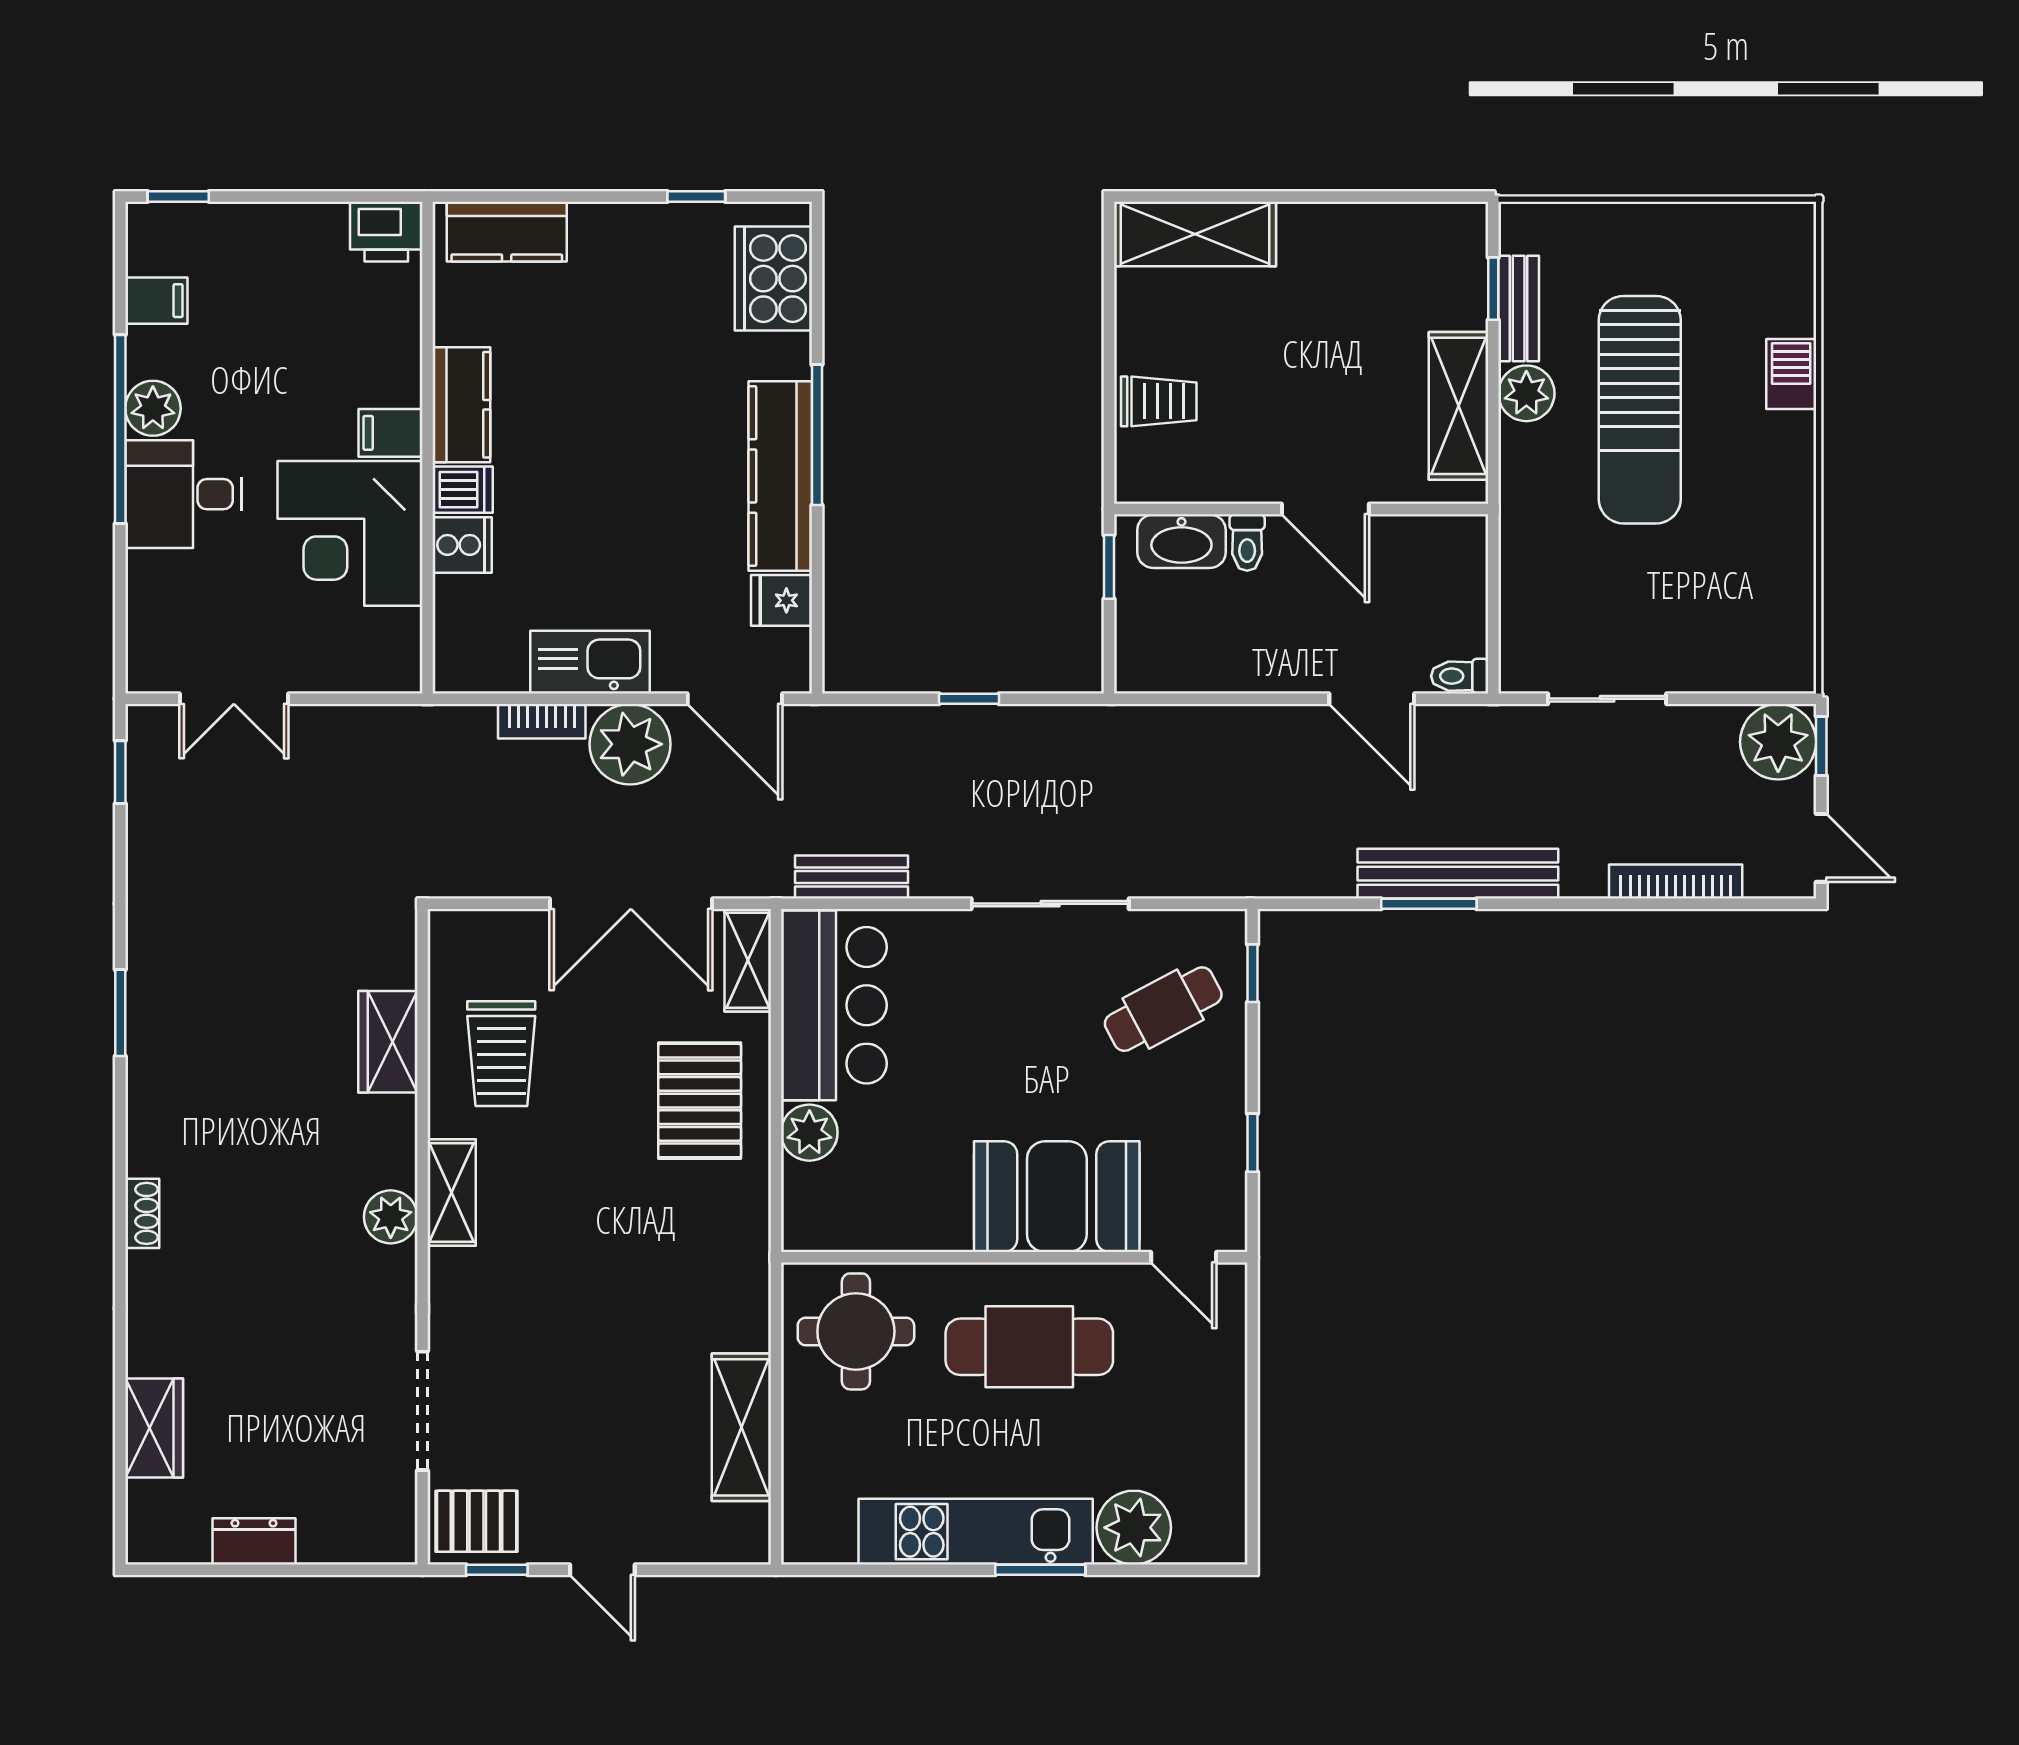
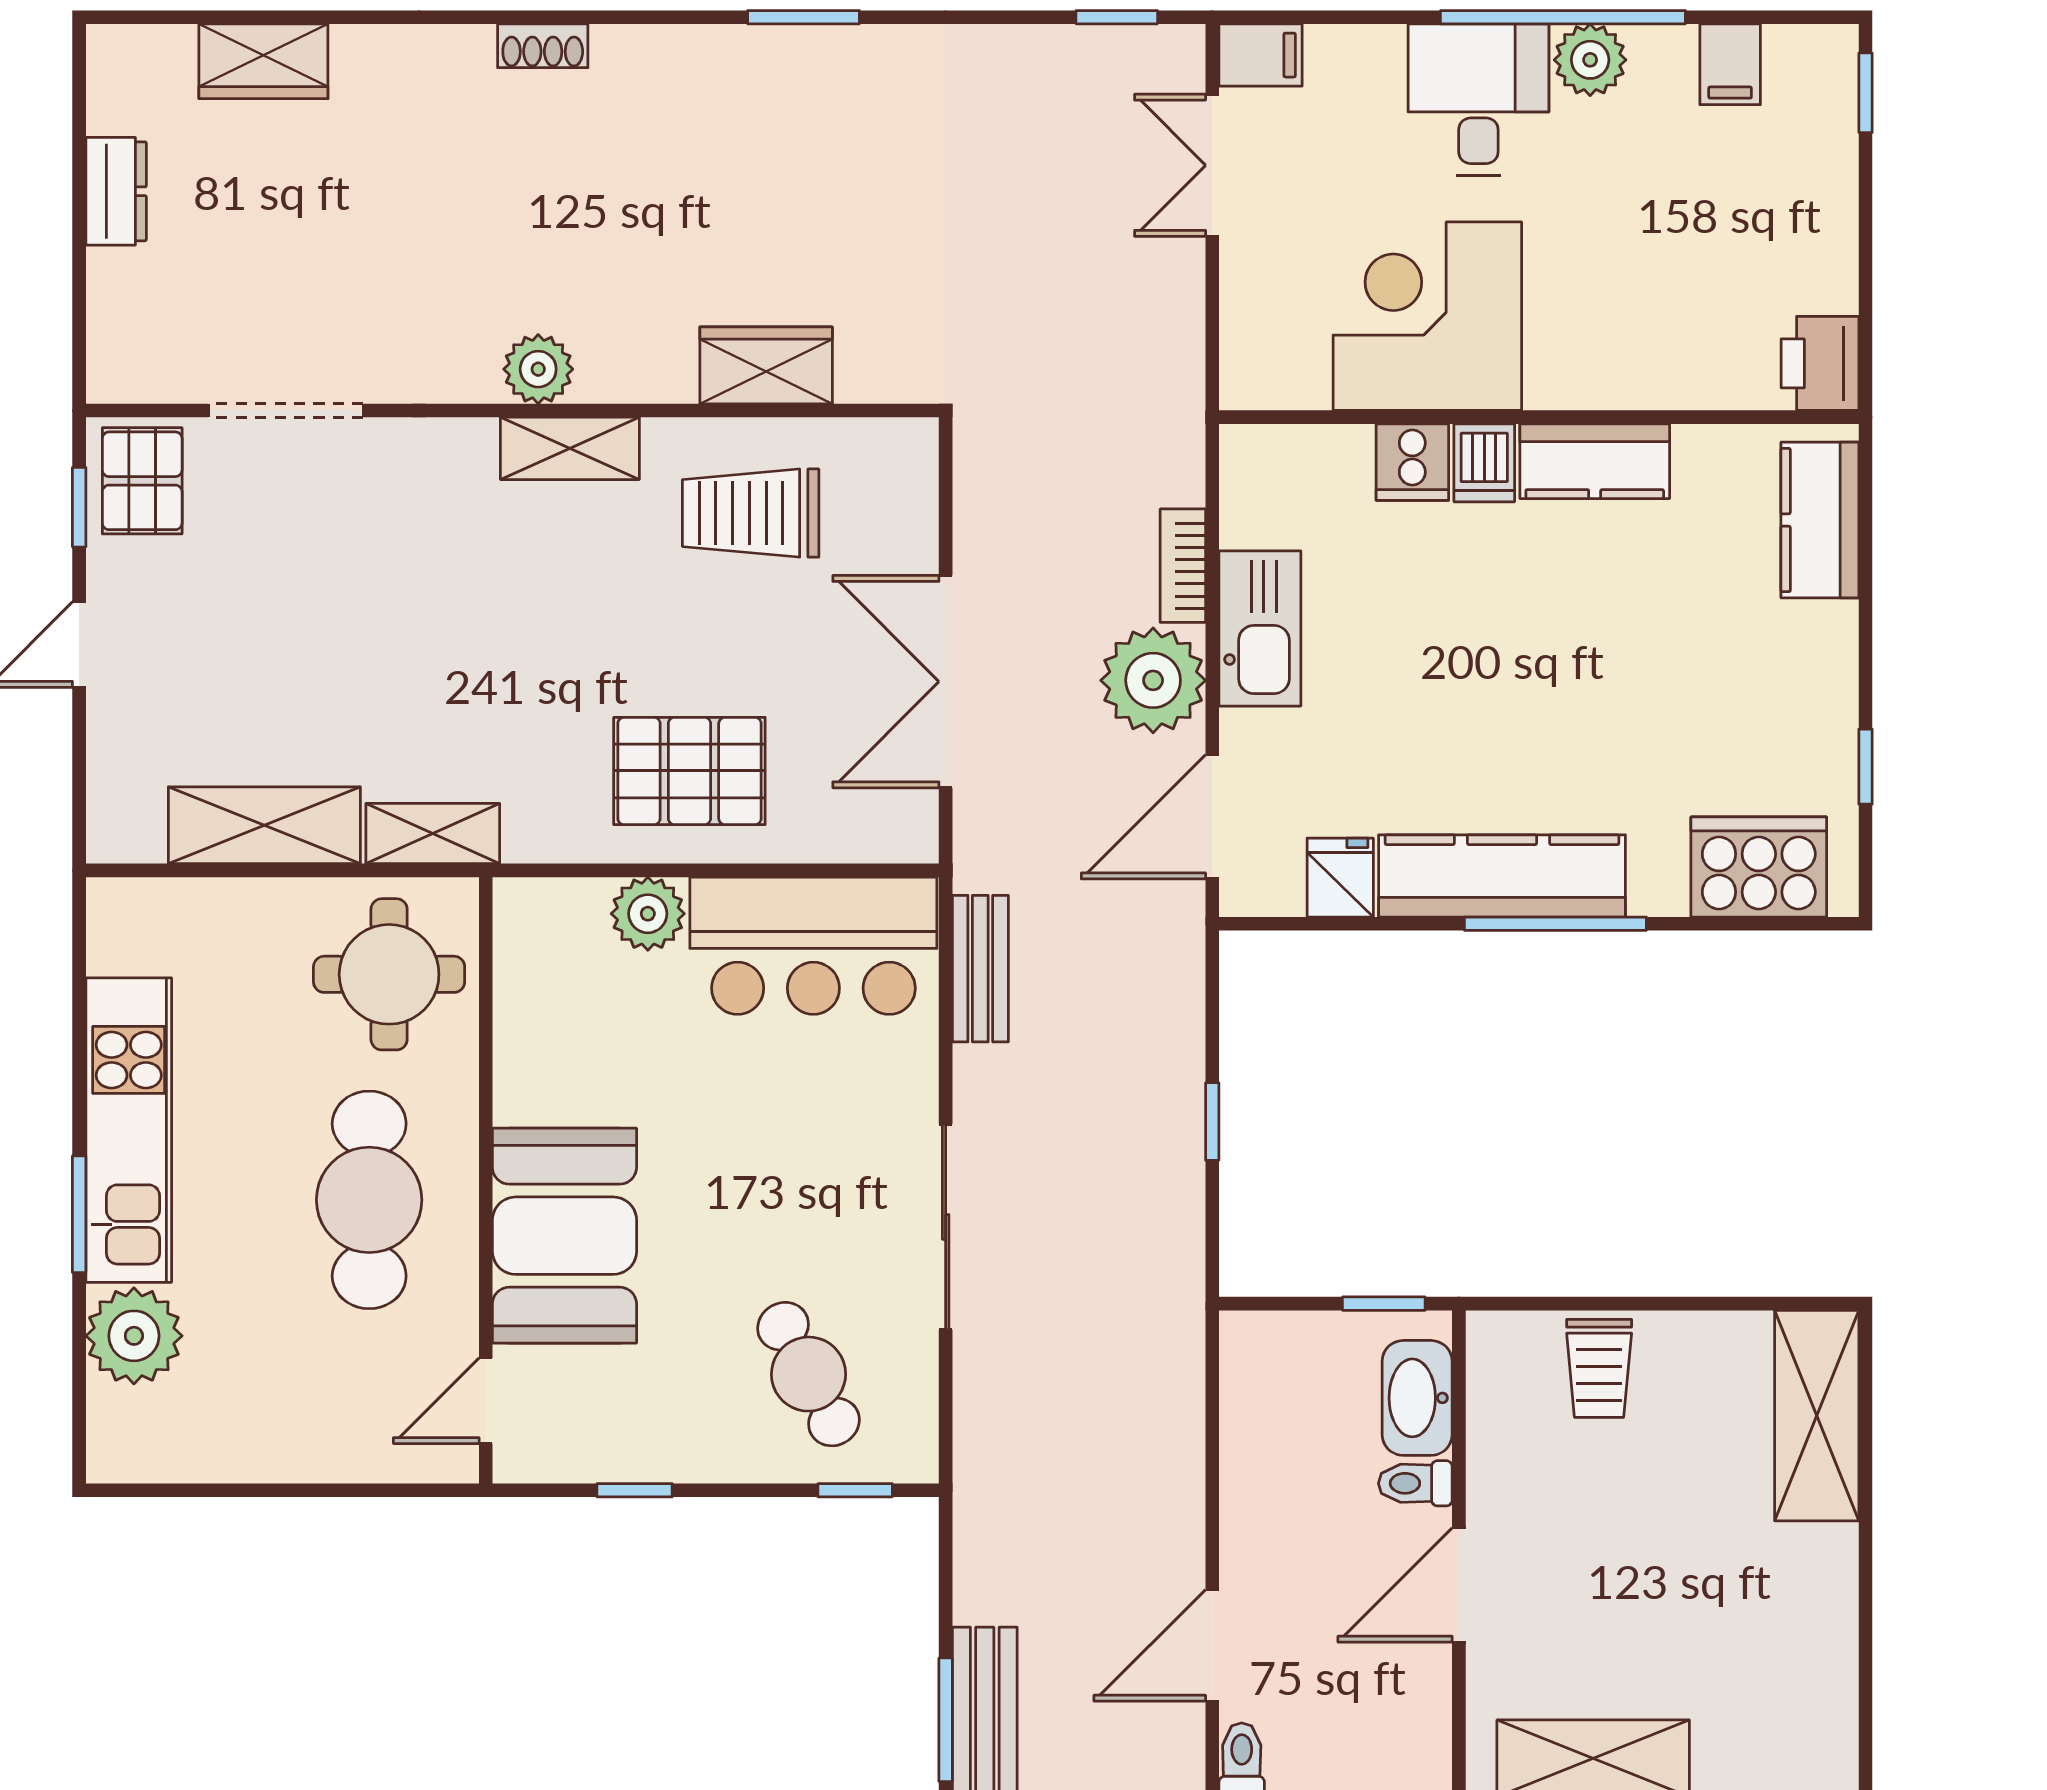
filing cabinet: (390, 433) -> (1261, 55), moved, turned 90
shelving: (748, 960) -> (433, 834), moved

